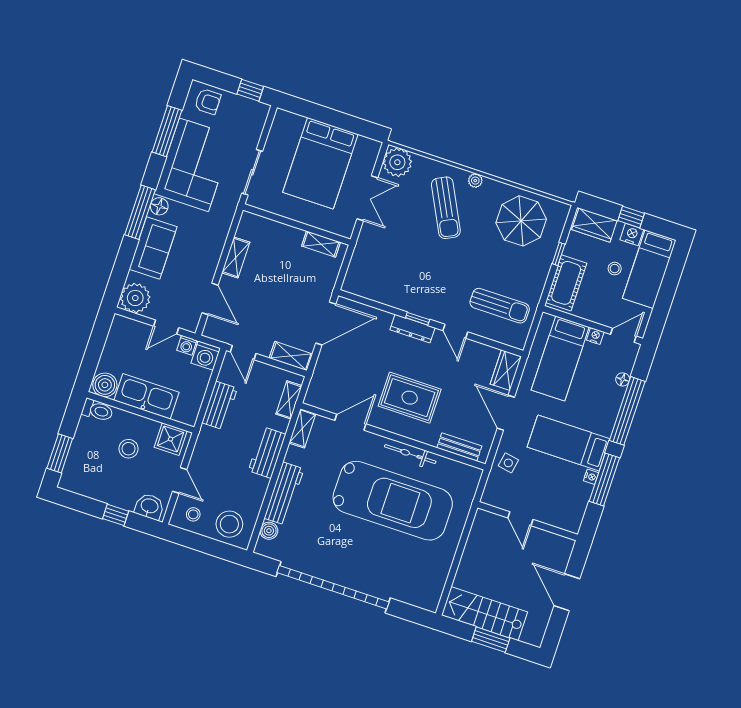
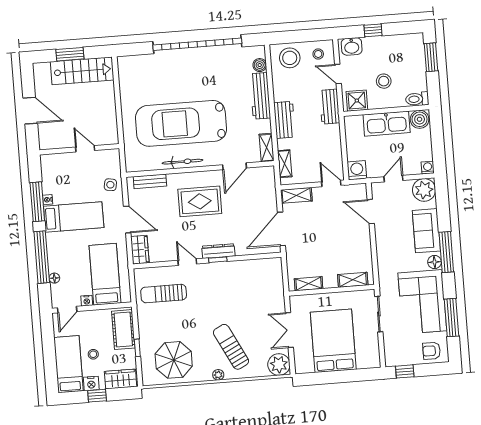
shelving: (236, 257) -> (353, 280), moved, turned 90
washing machine: (187, 345) -> (428, 168), moved
workbench: (220, 406) -> (330, 107), moved

